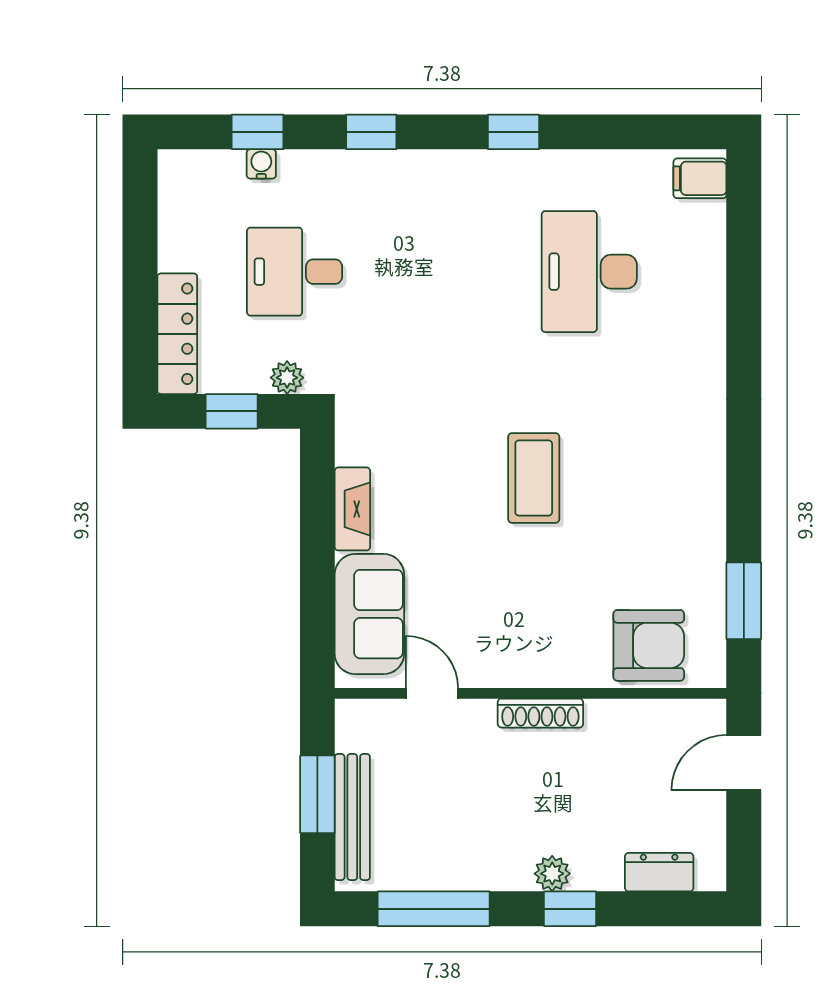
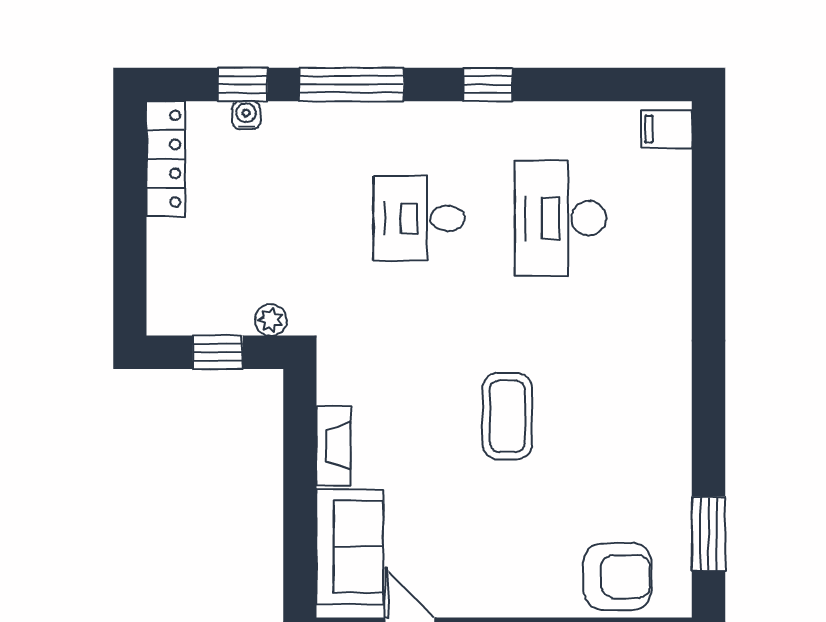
window: (371, 132) -> (352, 84), width x2.17
desk: (295, 272) -> (419, 218), moved
locker: (177, 334) -> (166, 159), moved

